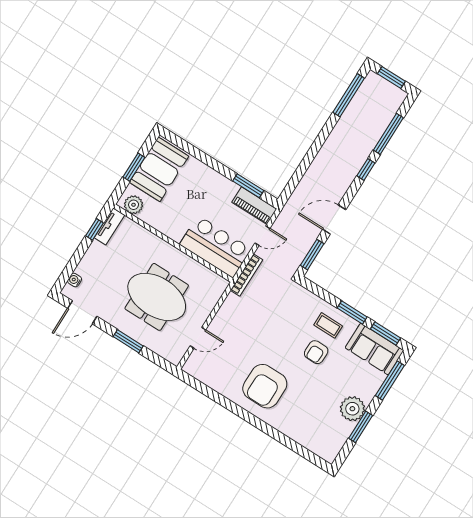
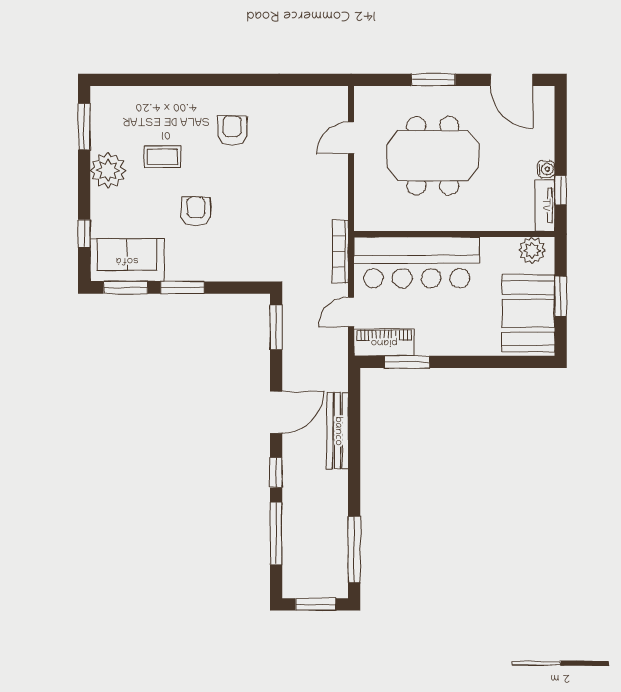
bench: (314, 171) -> (338, 431), added
door: (334, 220) -> (276, 412), moved
bar counter: (215, 247) -> (417, 262), width x1.36
water cooler: (75, 280) -> (546, 169), moved
door: (82, 312) -> (512, 80), swing flipped
coffee table: (328, 325) -> (163, 157), moved
window: (390, 381) -> (84, 234), width x0.46
armchair: (265, 386) -> (232, 130), width x0.53, depth x0.53
window: (361, 427) -> (84, 126), moved

